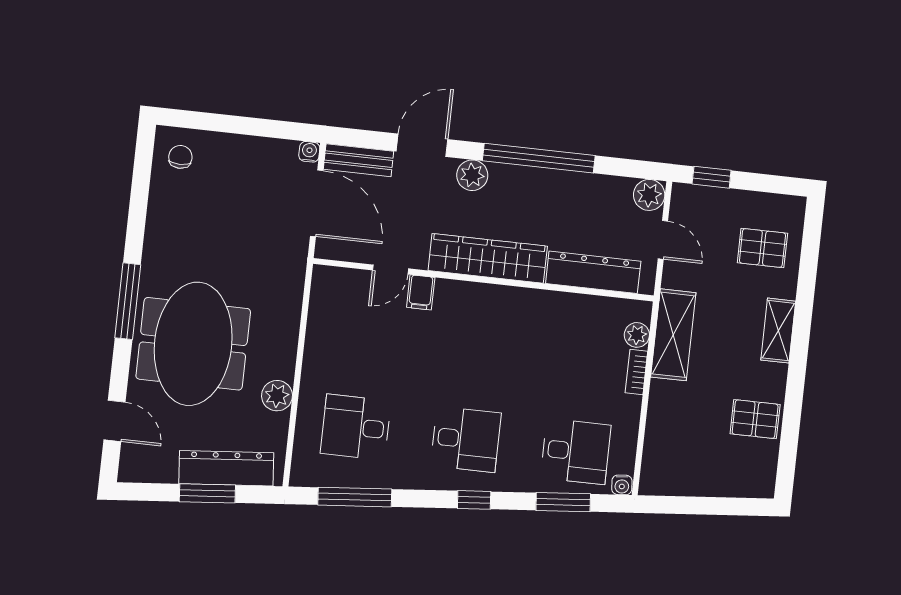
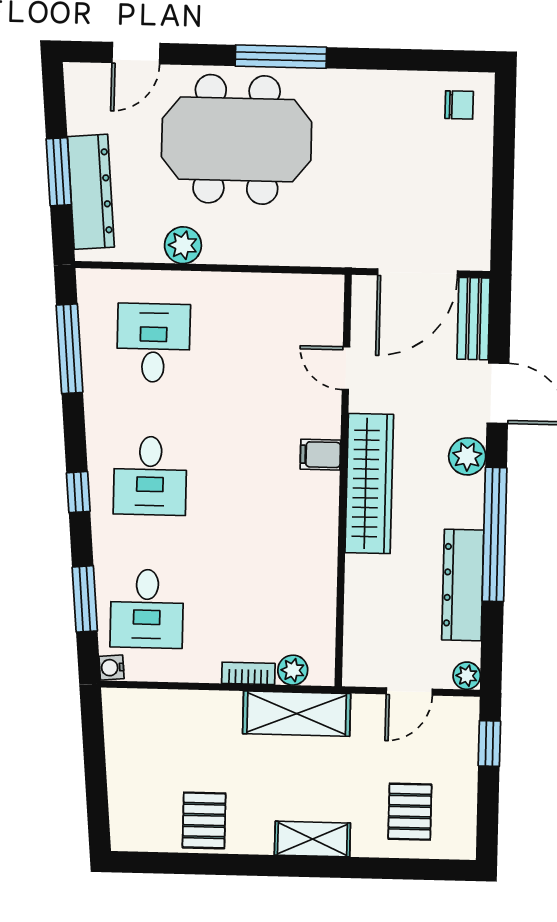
water cooler: (309, 152) -> (479, 259), removed
plant: (649, 195) -> (467, 676), width x0.73, depth x0.73
dresser: (593, 272) -> (463, 585), moved, turned 180
filing cabinet: (421, 292) -> (320, 455), moved

